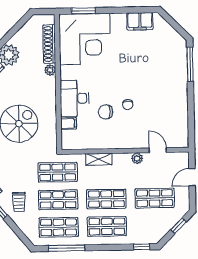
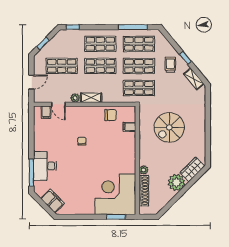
filing cabinet: (140, 21) -> (53, 201), moved, turned 45
desk: (75, 98) -> (45, 166), moved, turned 180
chair: (106, 112) -> (111, 115), moved
filing cabinet: (173, 140) -> (46, 112), added
shelving: (99, 159) -> (91, 98), moved

